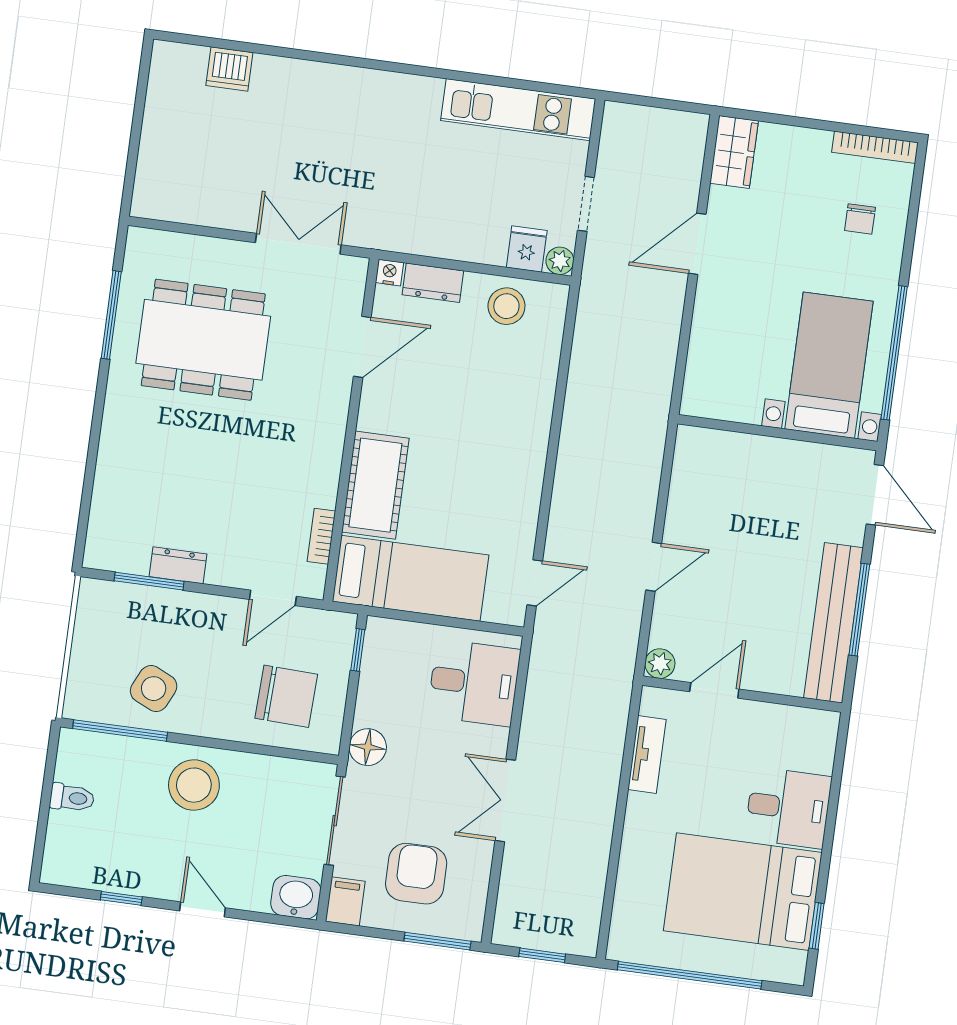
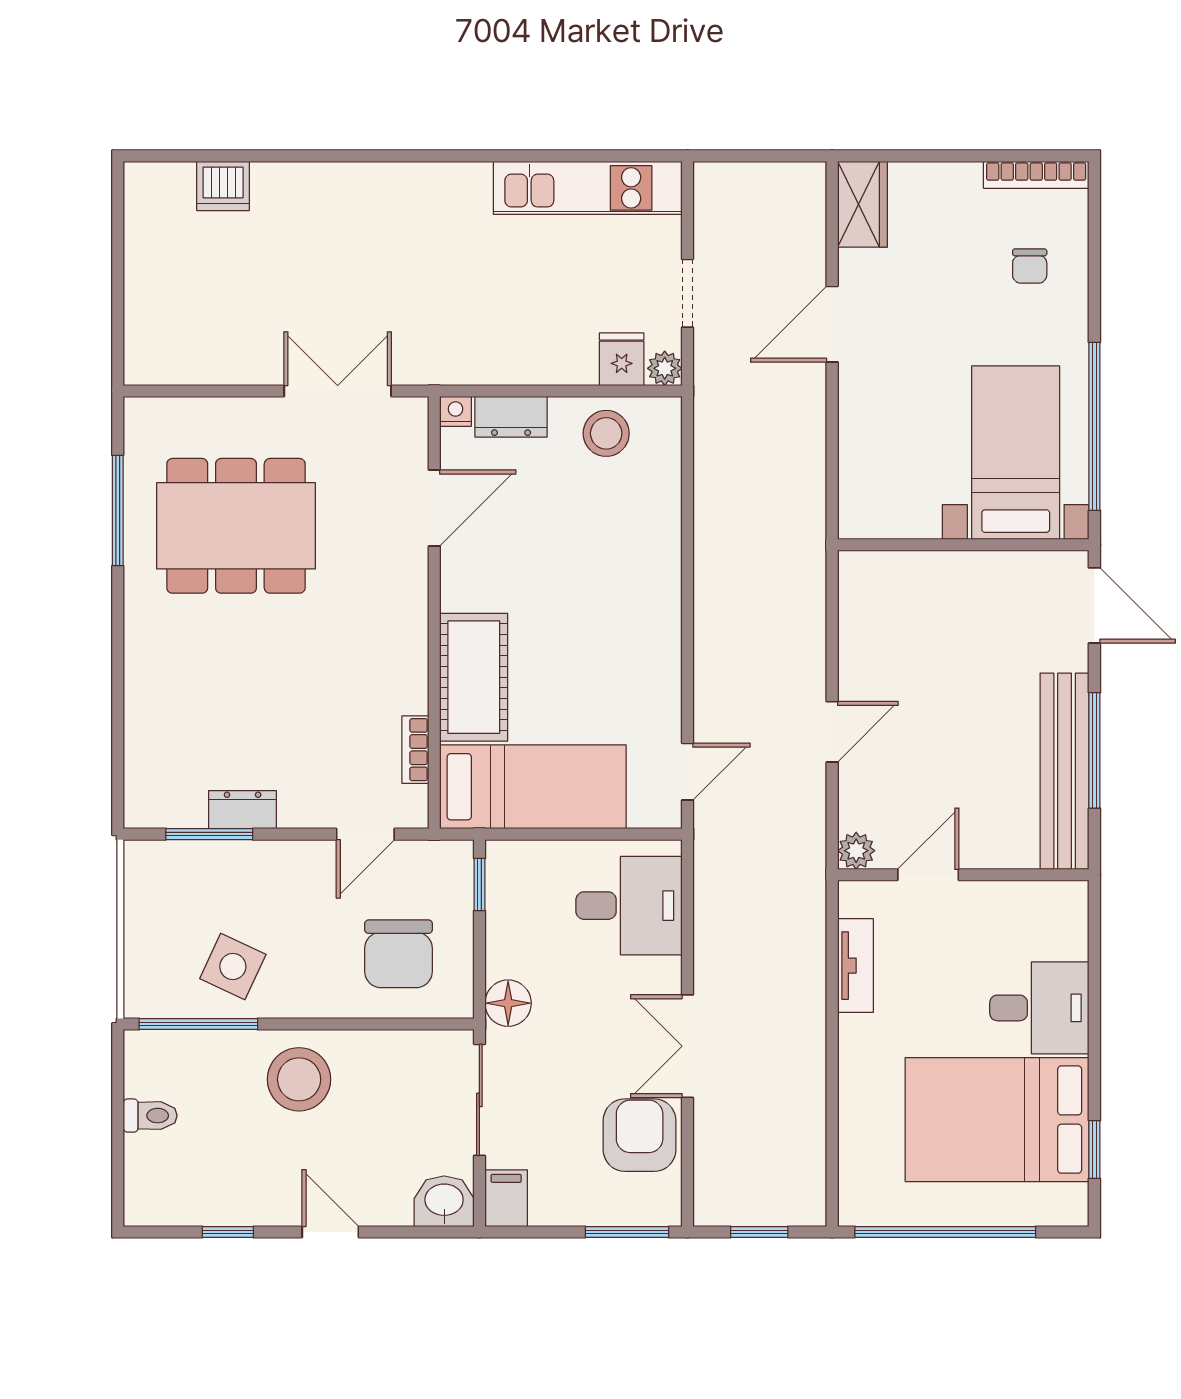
chair: (286, 696) -> (399, 954), turned 88
armchair: (416, 874) -> (640, 1135), moved

